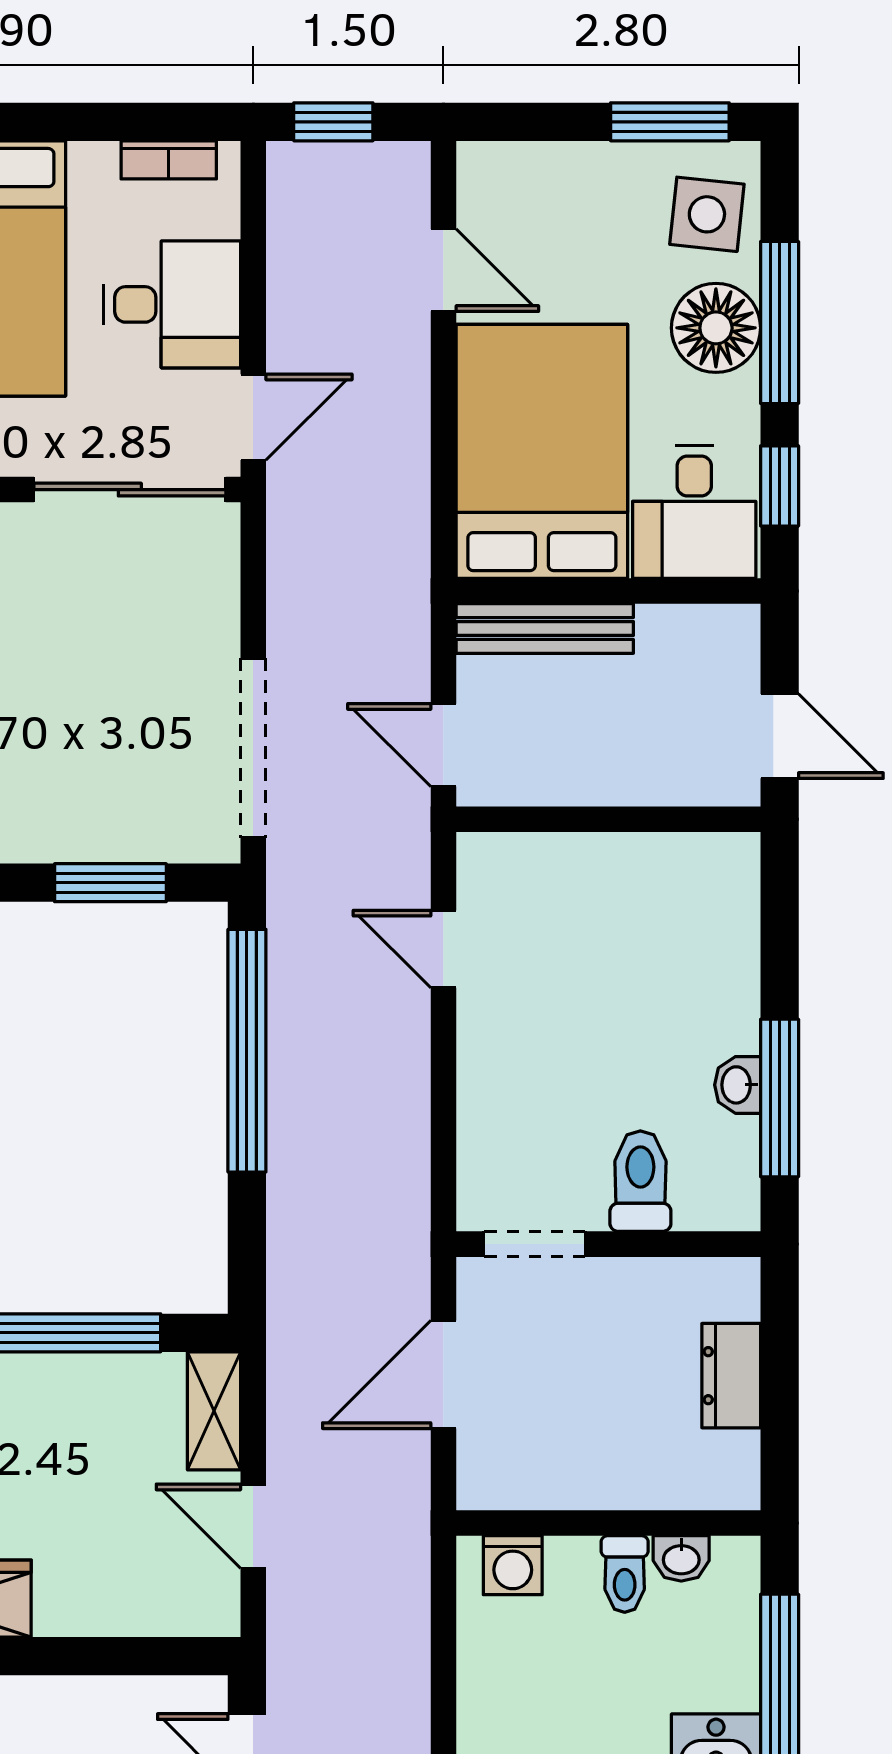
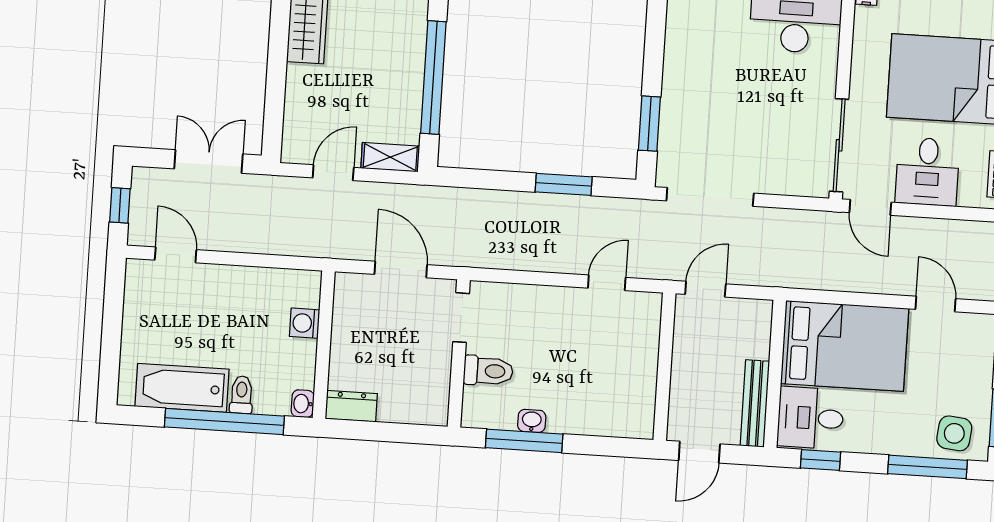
door: (443, 270) -> (936, 304), swing flipped
window: (780, 323) -> (927, 467), moved
floor lamp: (716, 328) -> (899, 434), removed
bench: (545, 628) -> (755, 403), moved
window: (247, 1051) -> (564, 184), width x0.47
dresser: (731, 1376) -> (351, 406), moved
washbasin: (681, 1558) -> (303, 404), moved
washing machine: (513, 1565) -> (305, 323), moved
toilet: (625, 1574) -> (241, 395), moved, turned 90

